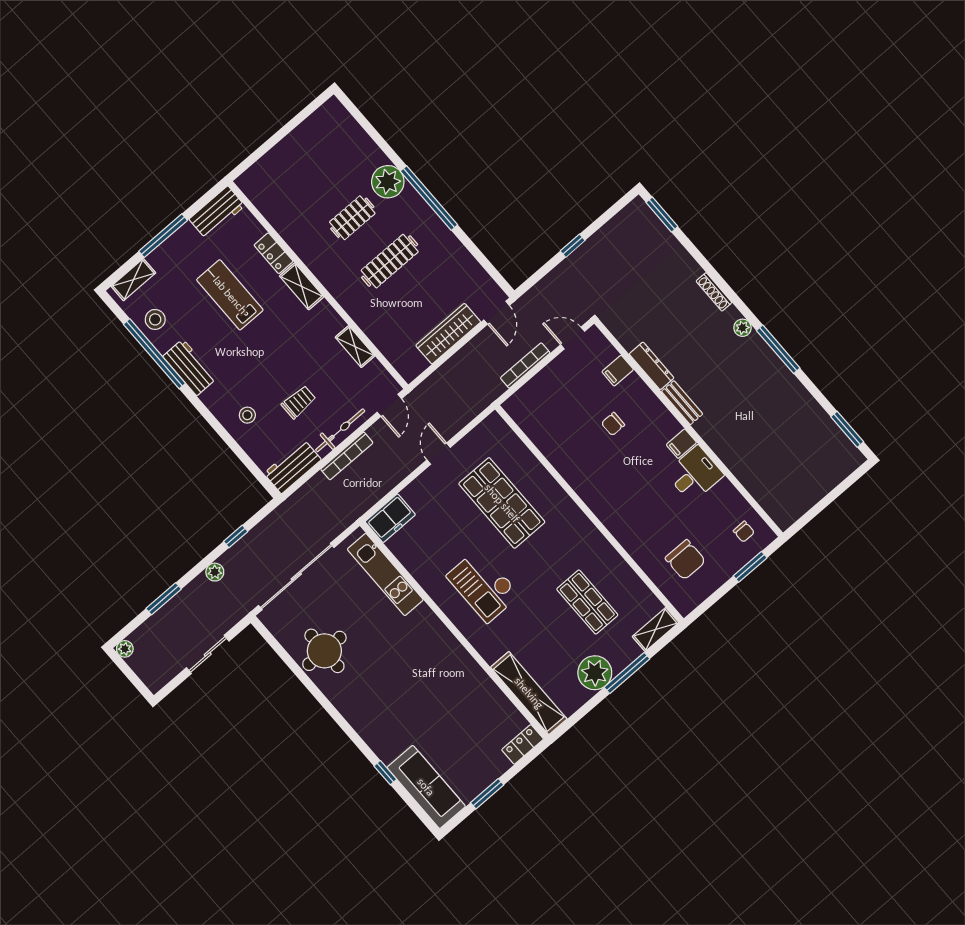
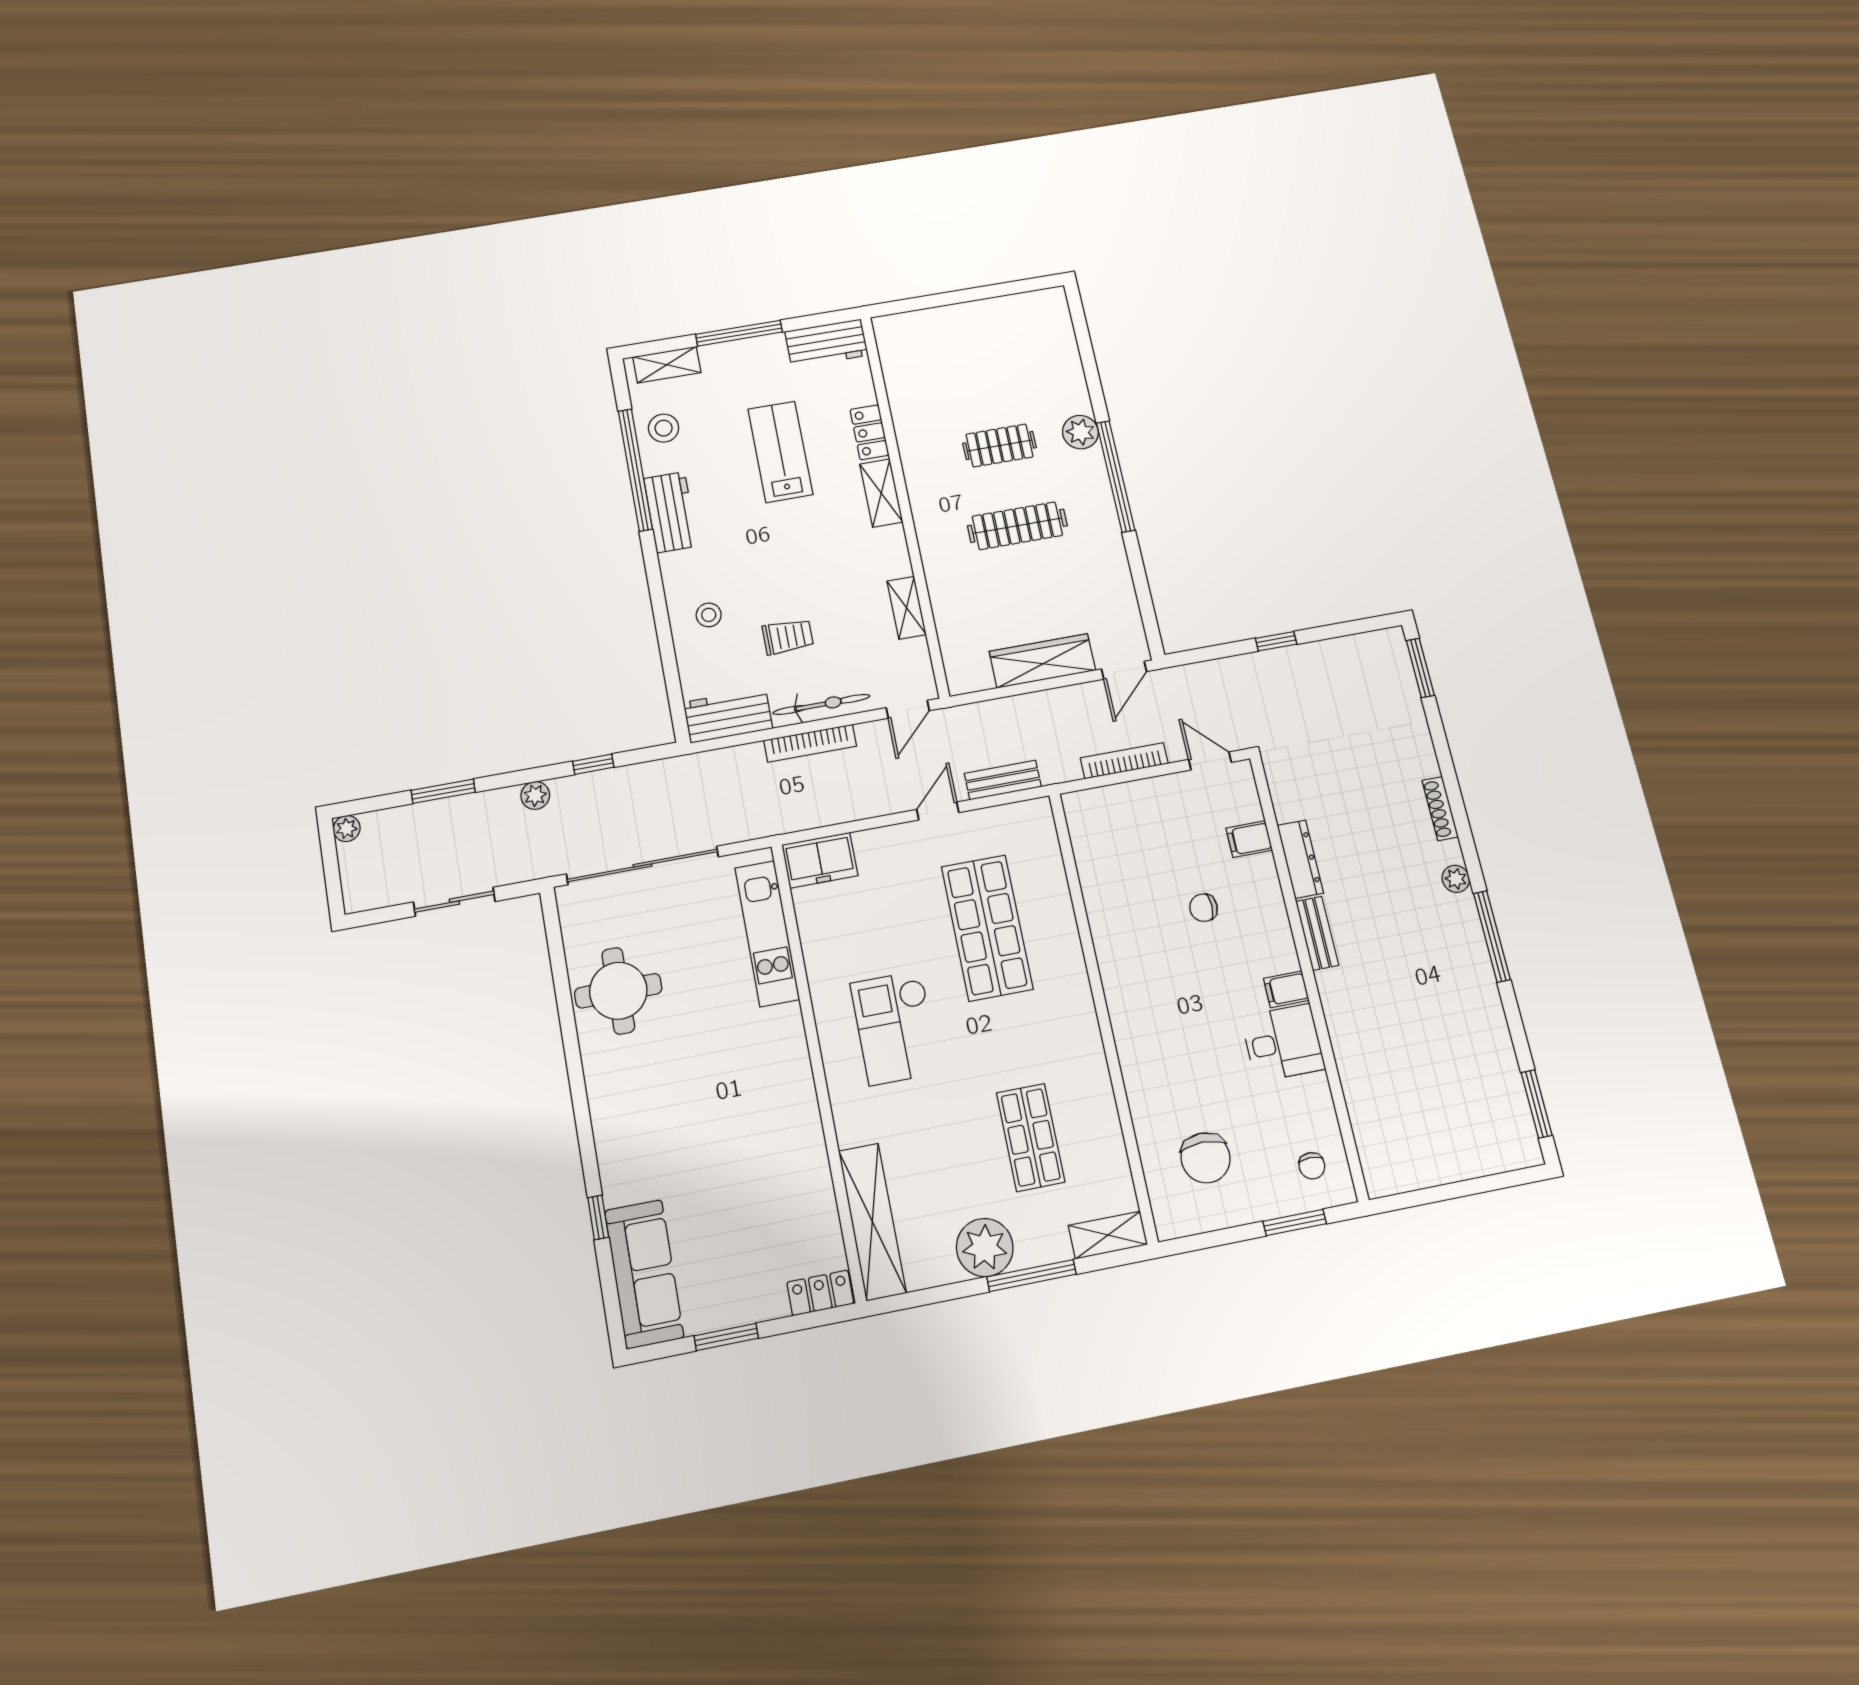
plant: (388, 182) -> (1080, 432), width x0.73, depth x0.73
bench: (464, 415) -> (1003, 780), added

